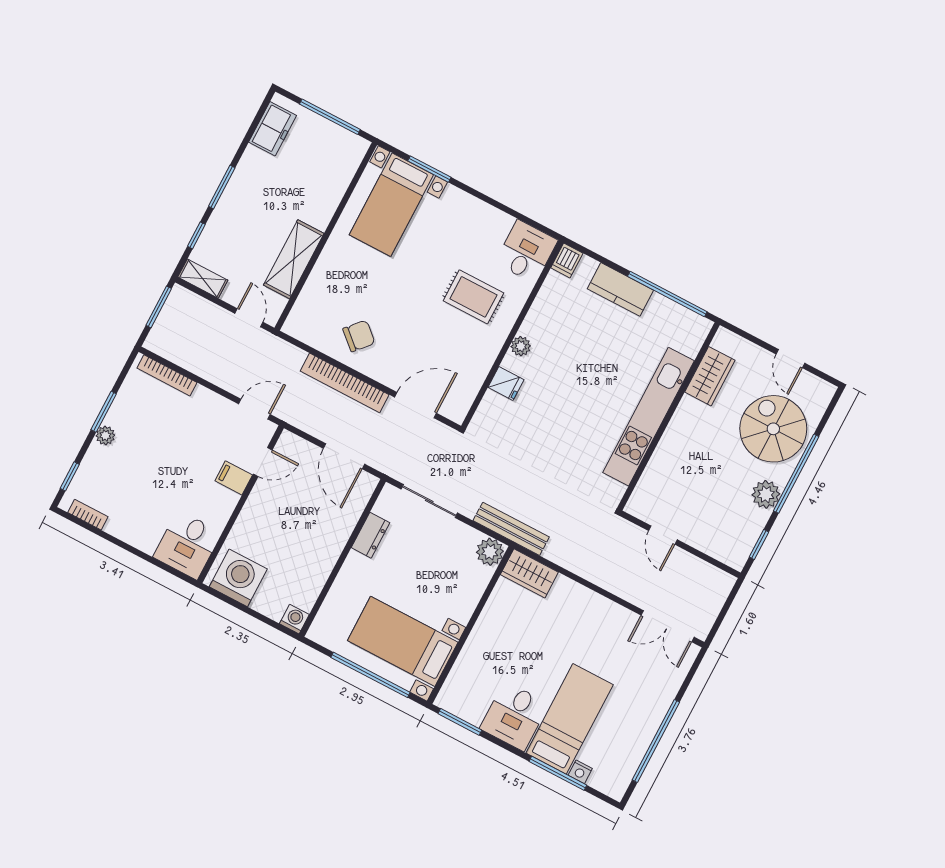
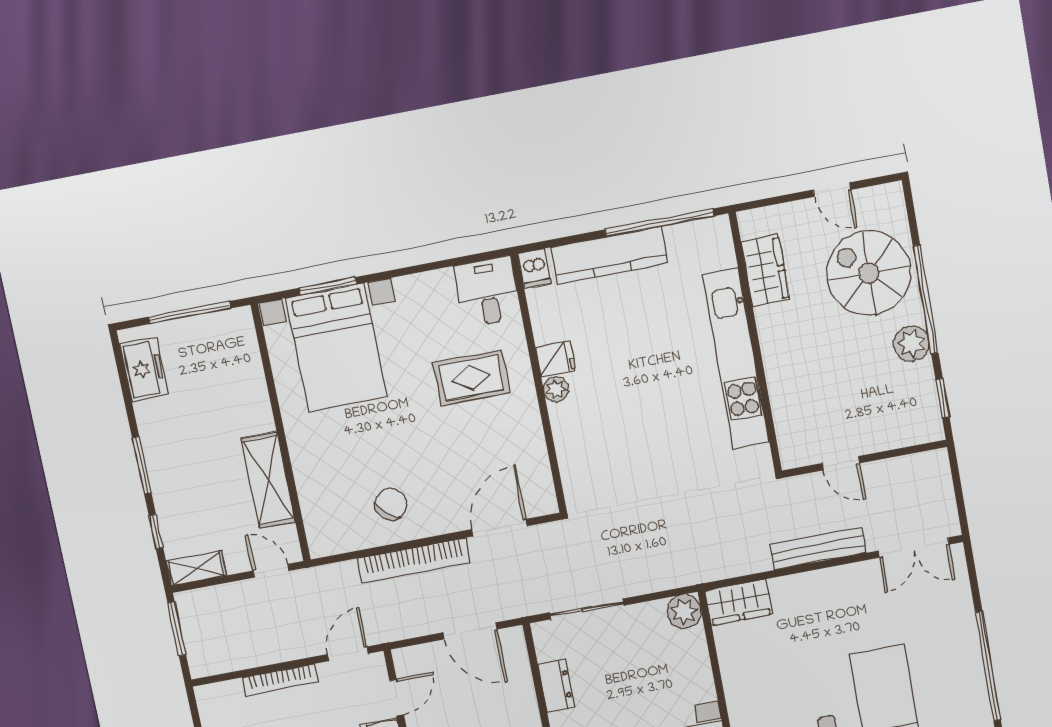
bed with nightstands: (391, 205) -> (336, 348), width x1.36
kitchen counter: (620, 289) -> (610, 255), width x1.50
bookcase: (167, 375) -> (280, 680), moved
fridge: (506, 383) -> (556, 359), moved
bench: (511, 529) -> (818, 549), moved

